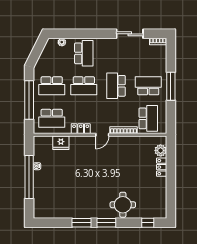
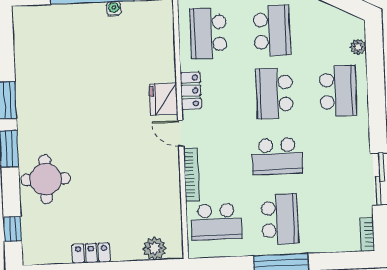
school desk: (84, 53) -> (338, 91), turned -90
school desk: (52, 86) -> (272, 31), turned 180
school desk: (116, 86) -> (277, 156), turned 180
fridge: (61, 143) -> (164, 99), moved
locker: (162, 167) -> (91, 253), moved

